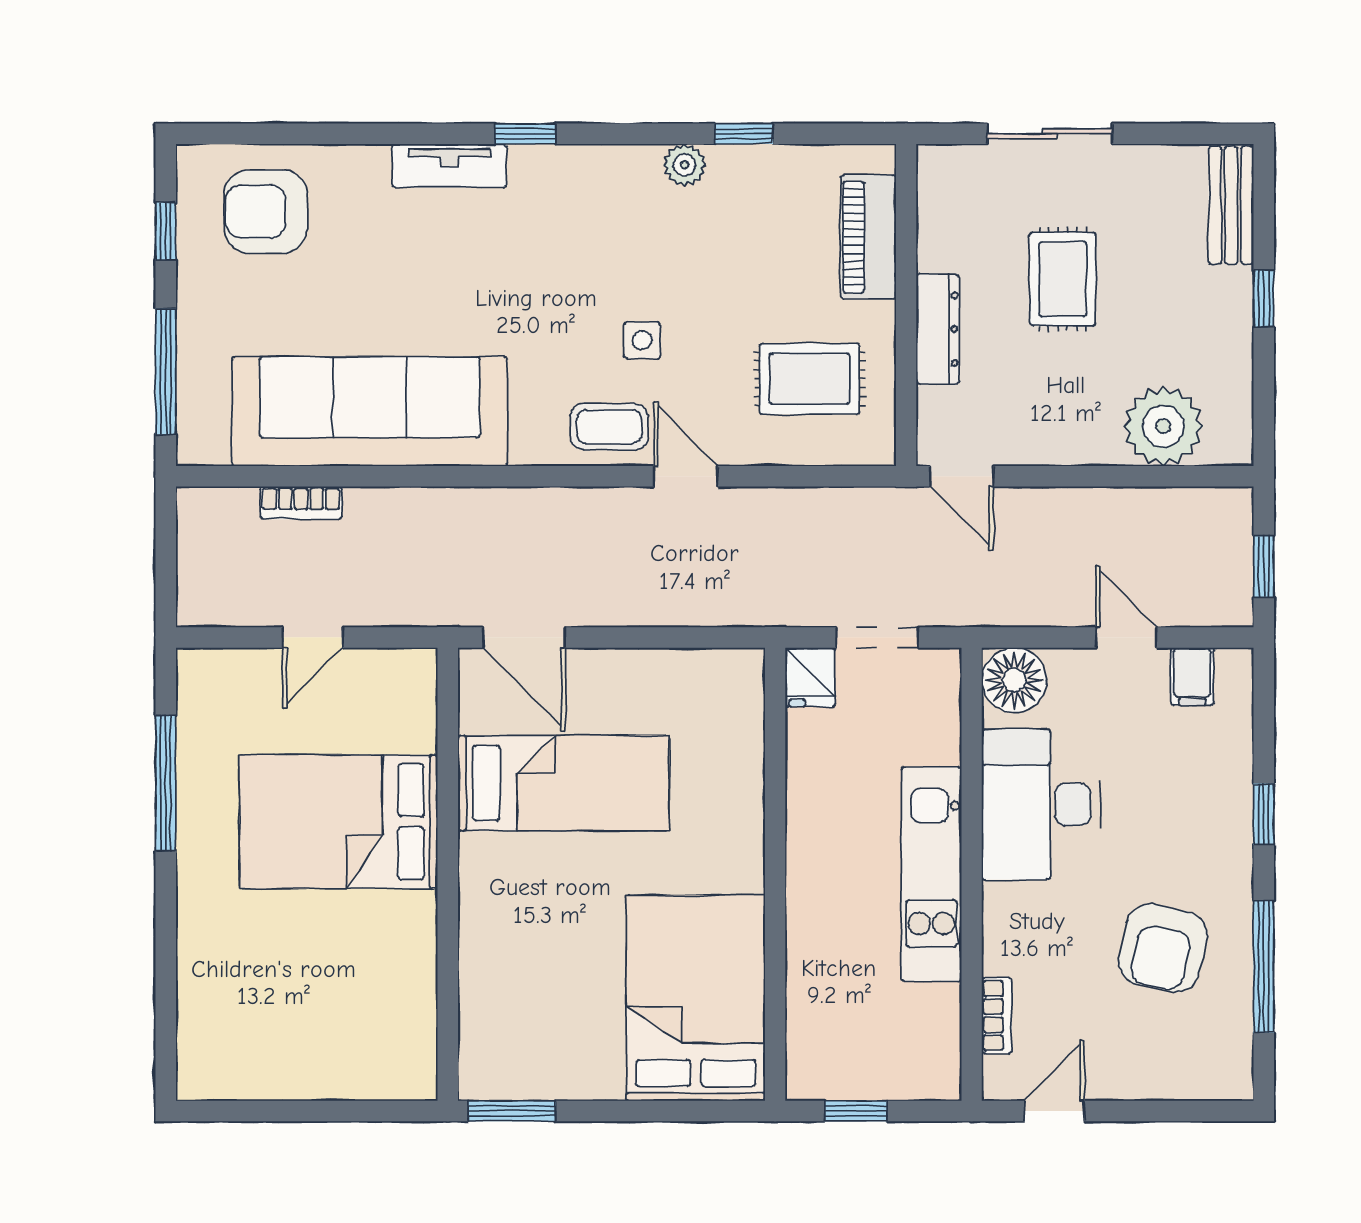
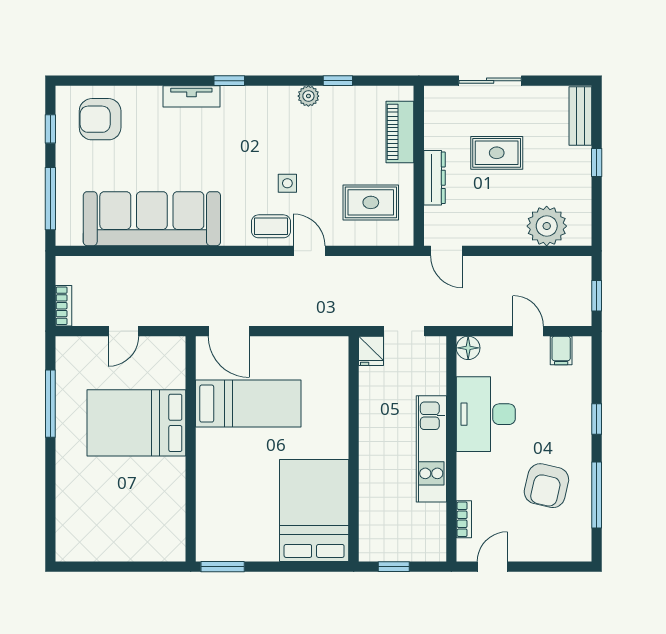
rug: (1063, 279) -> (497, 153), turned 90
bookcase: (301, 503) -> (64, 306), moved, turned -90
floor lamp: (1014, 680) -> (468, 348), width x0.73, depth x0.73

